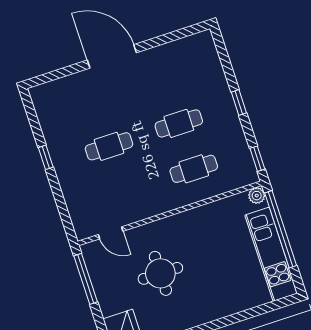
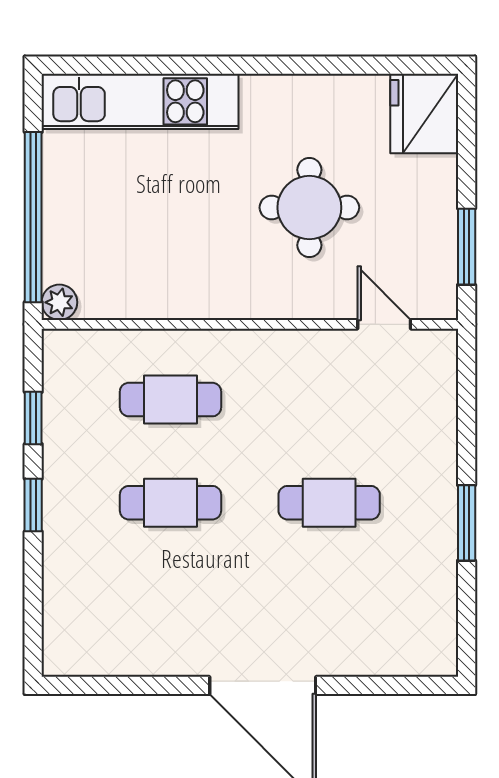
window: (46, 157) -> (467, 523), width x1.50
window: (257, 159) -> (33, 418), moved
kitchen unit: (271, 254) -> (140, 101), moved, turned 90
window: (86, 279) -> (467, 247), width x0.69

